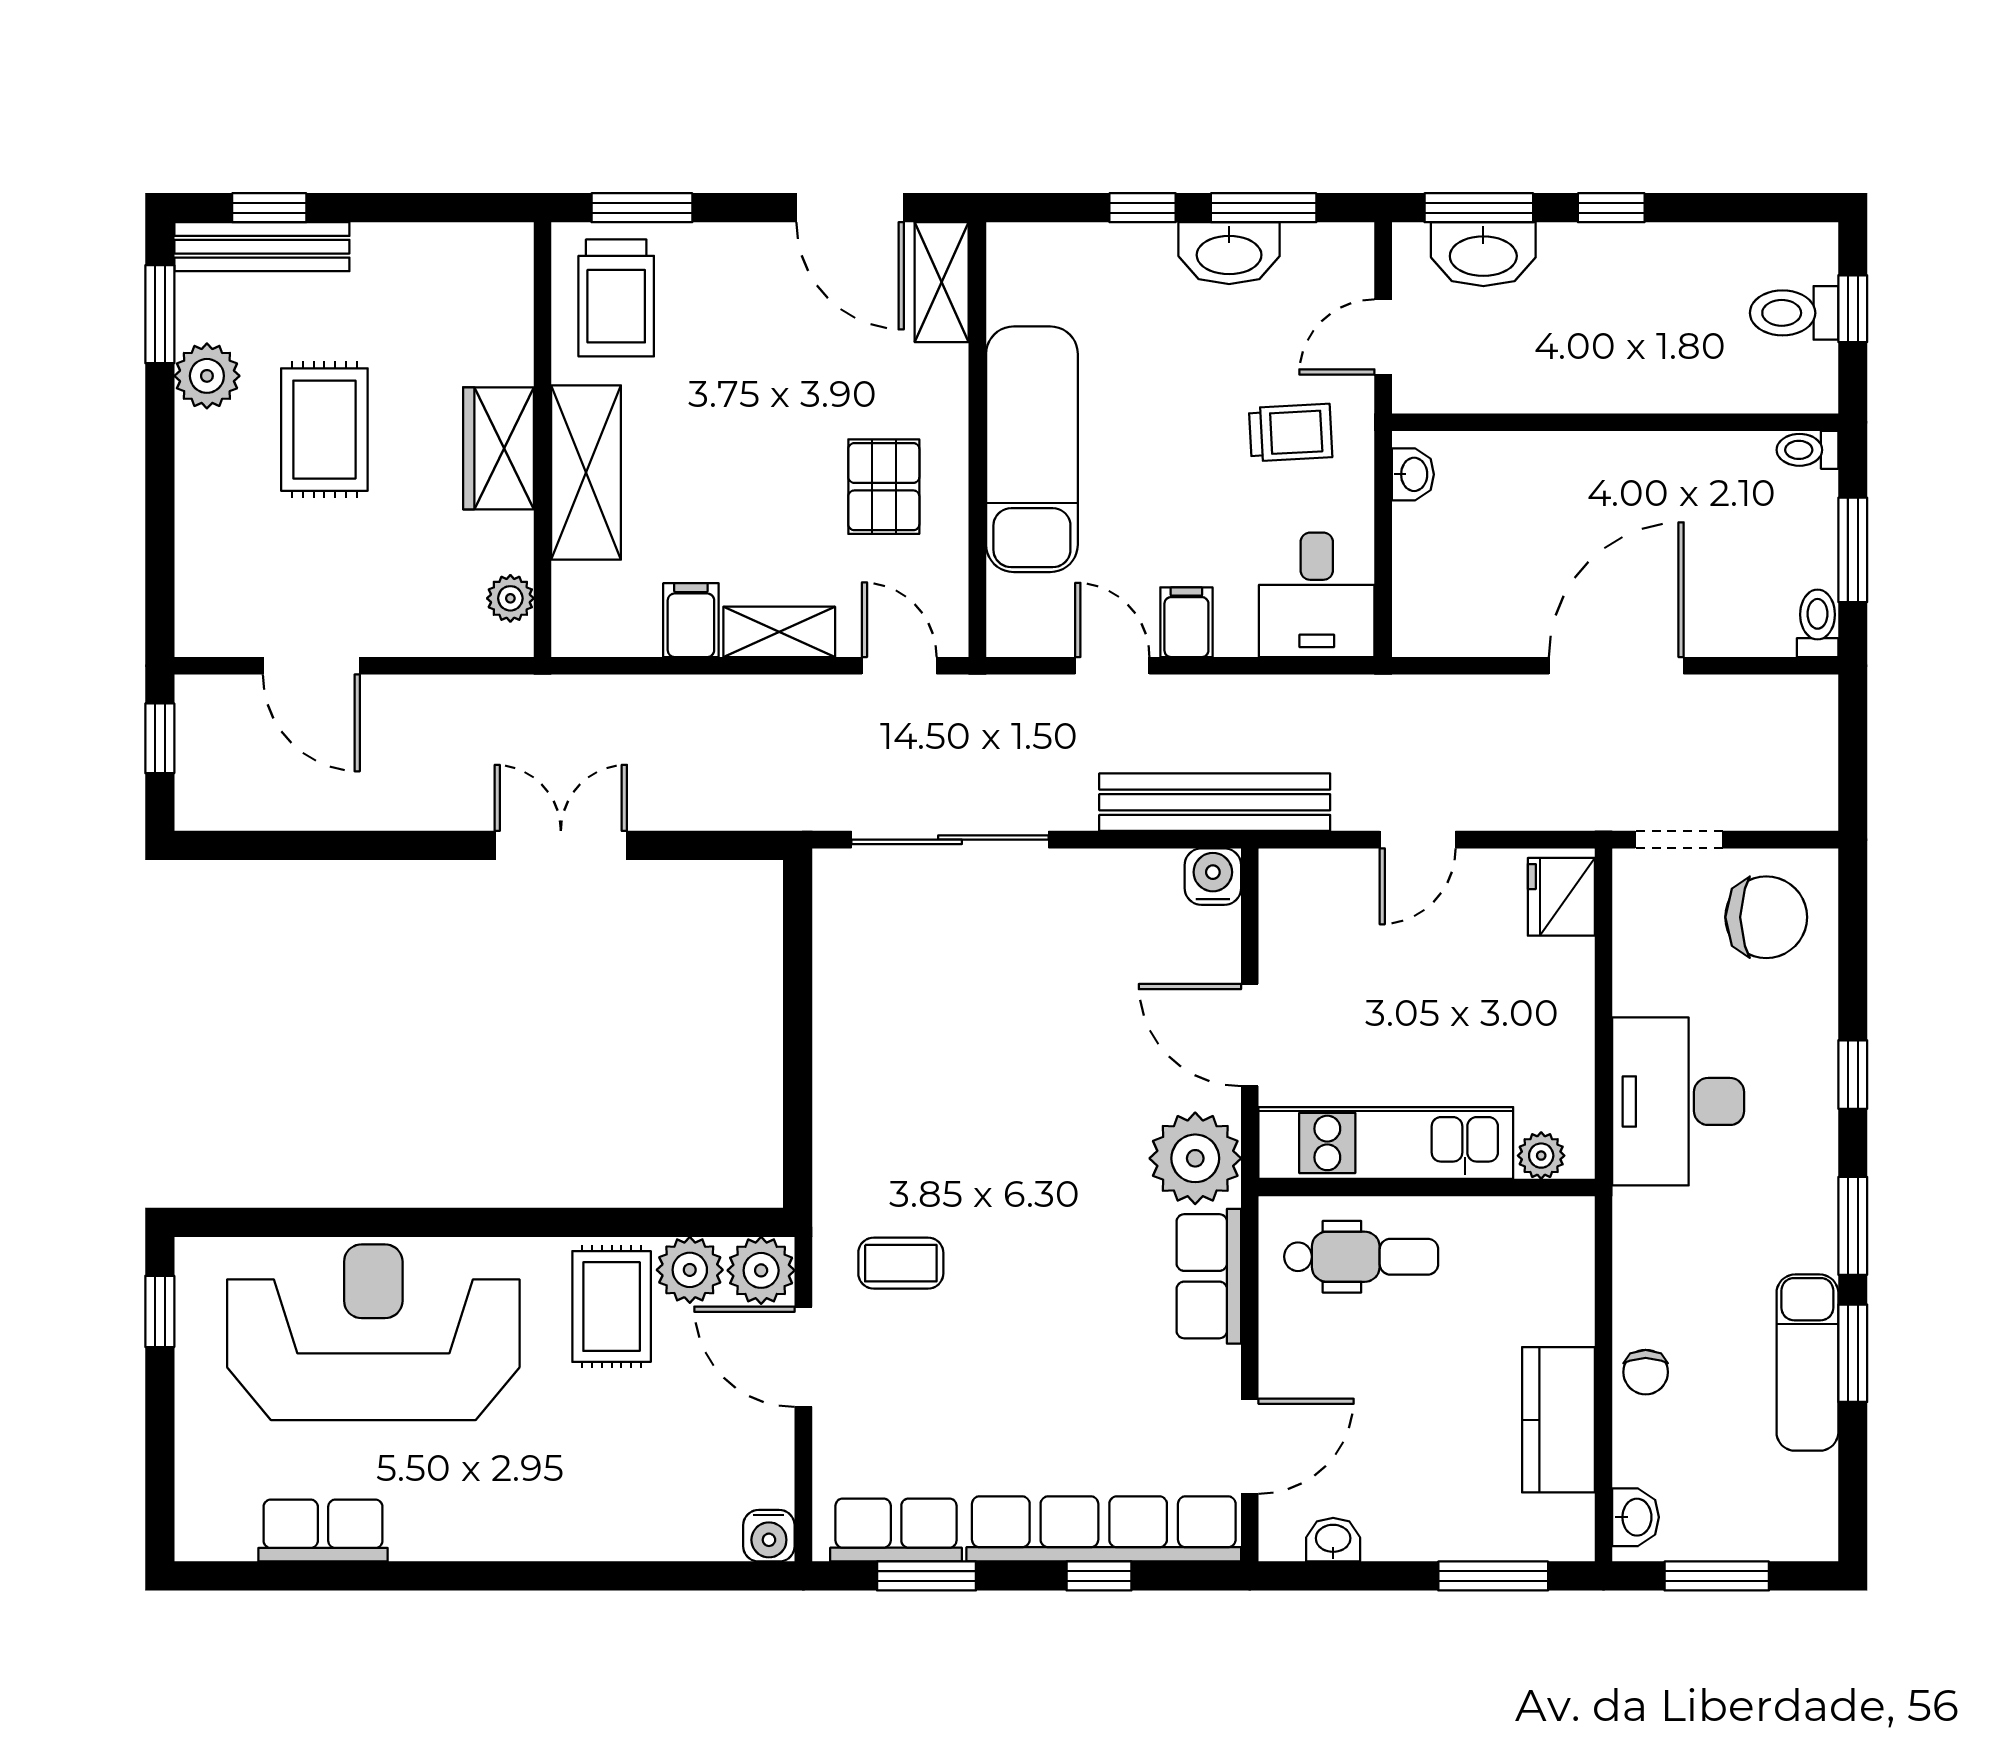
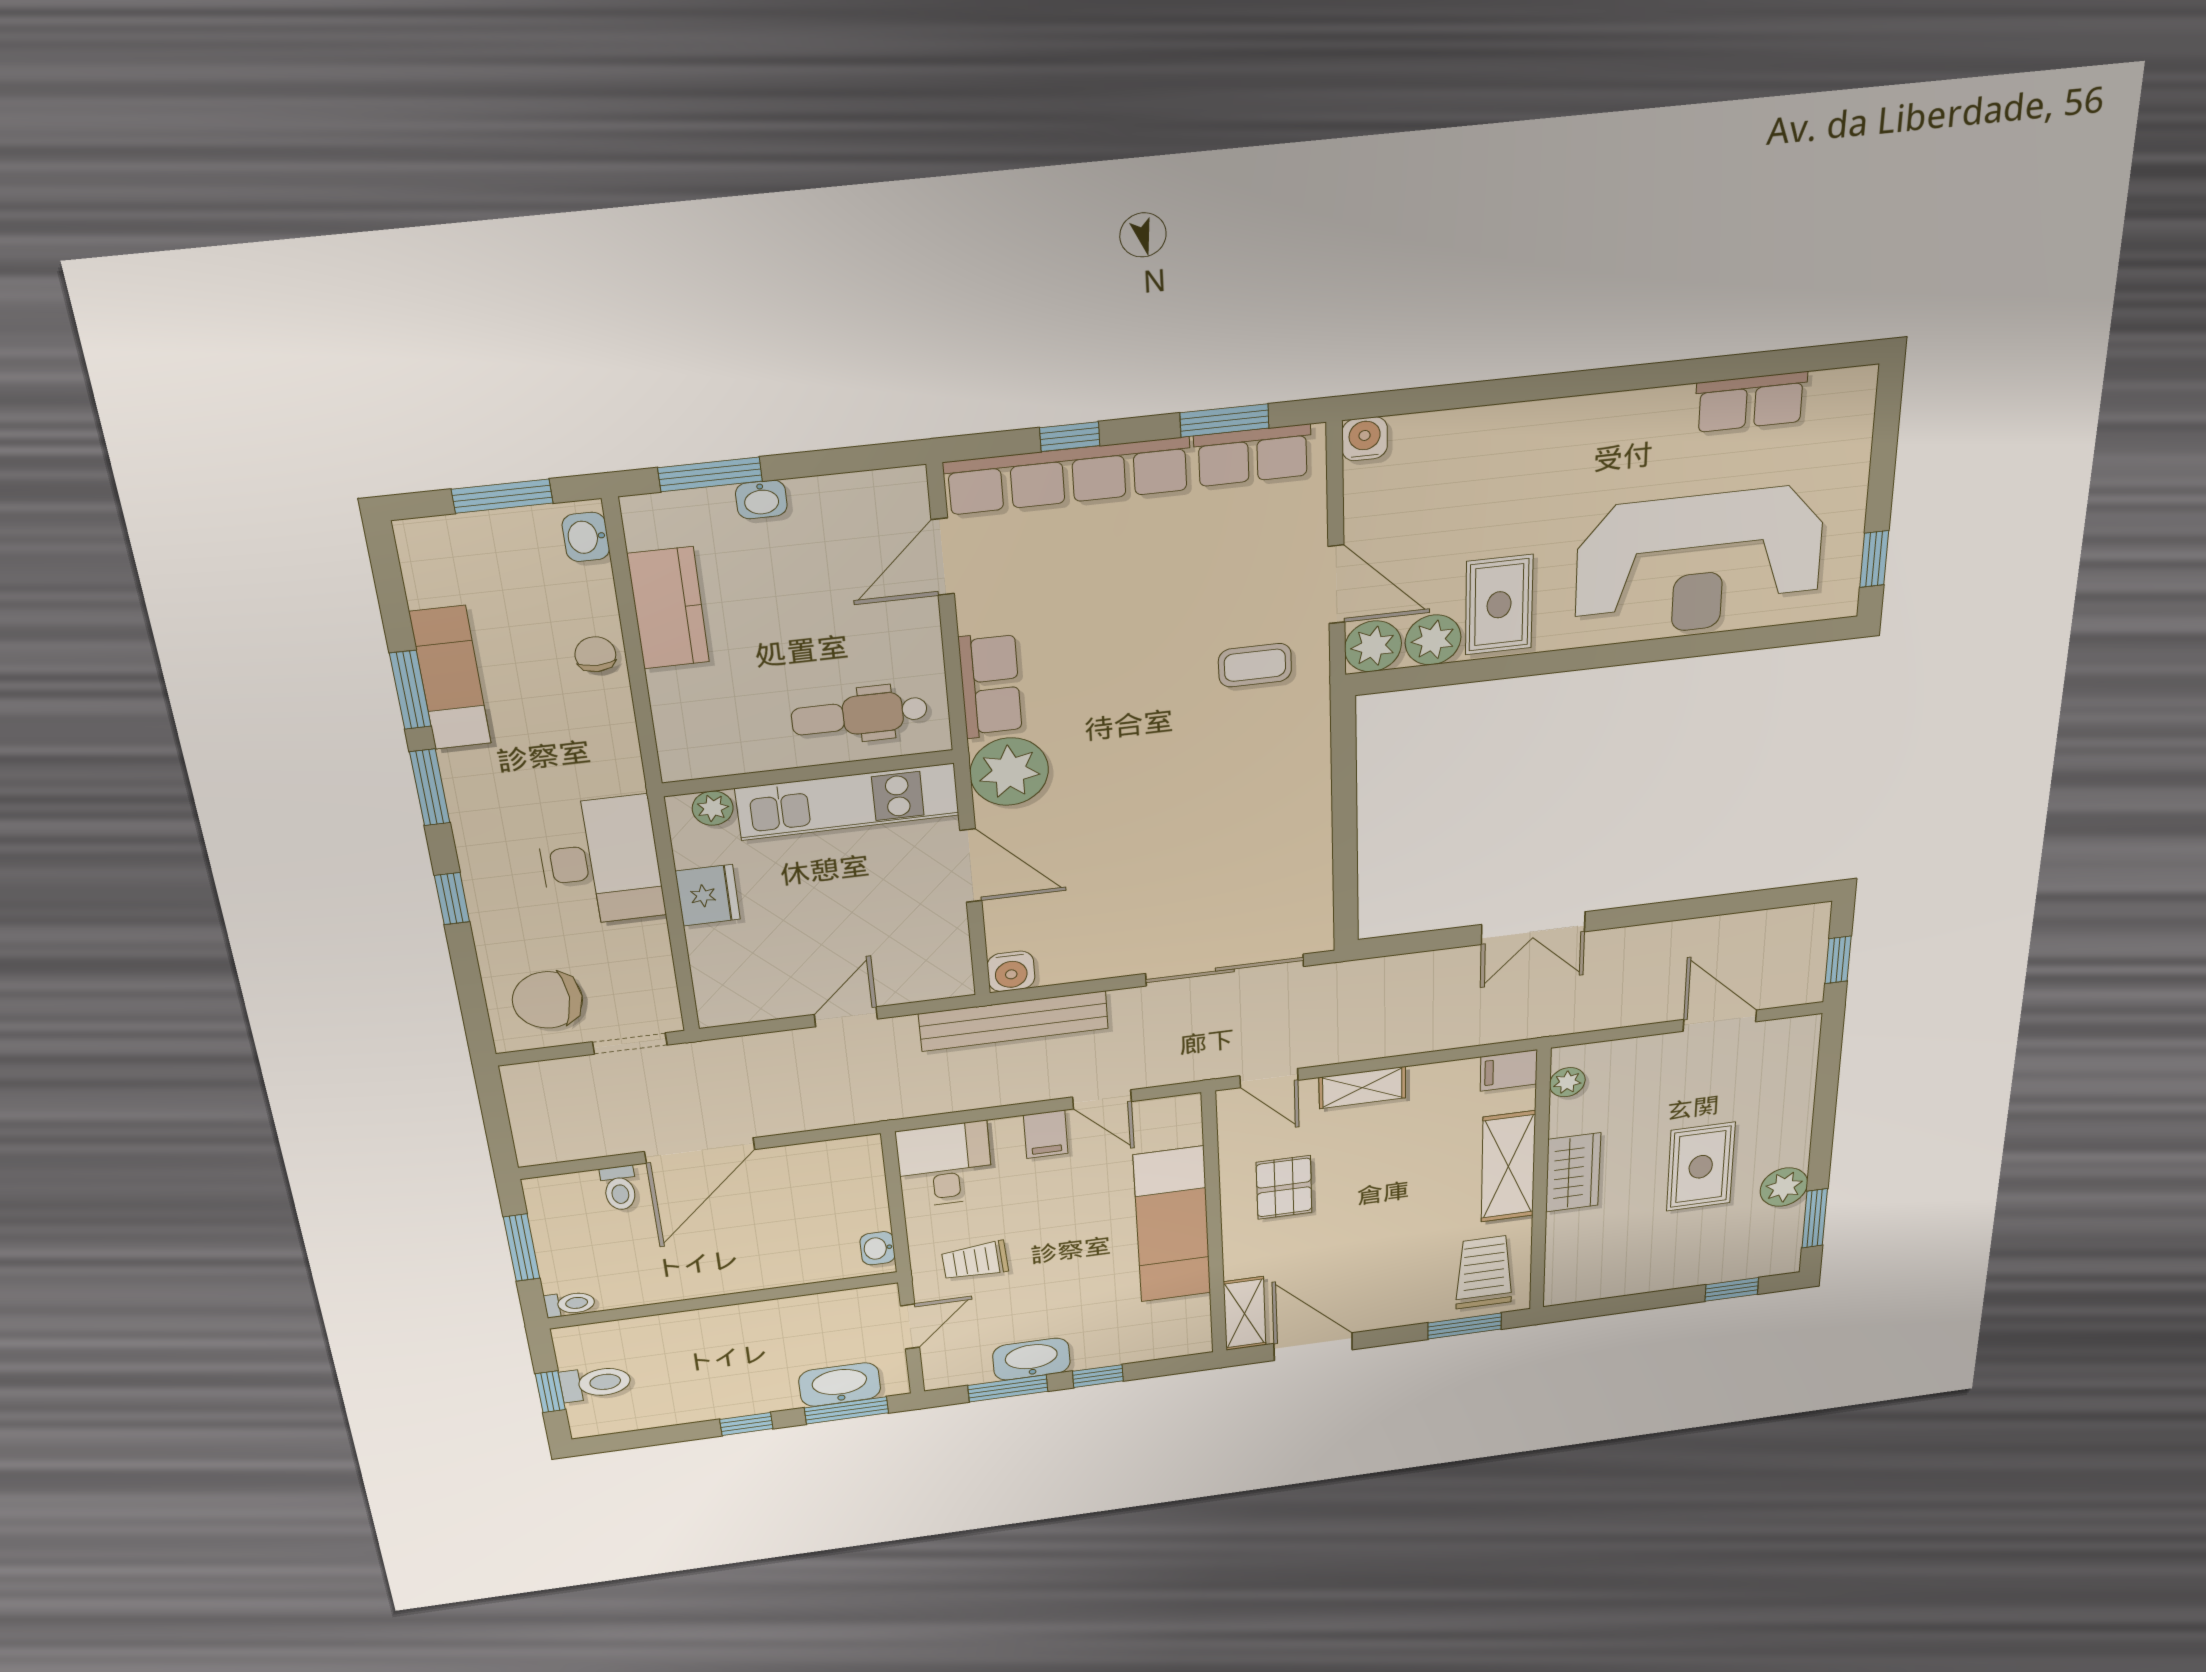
bench: (262, 247) -> (1739, 1267), removed
filing cabinet: (691, 620) -> (1509, 1070), moved, turned 90
toilet: (1818, 623) -> (619, 1188), moved
fridge: (1561, 897) -> (708, 895), moved
washbasin: (1333, 1540) -> (761, 500), moved

